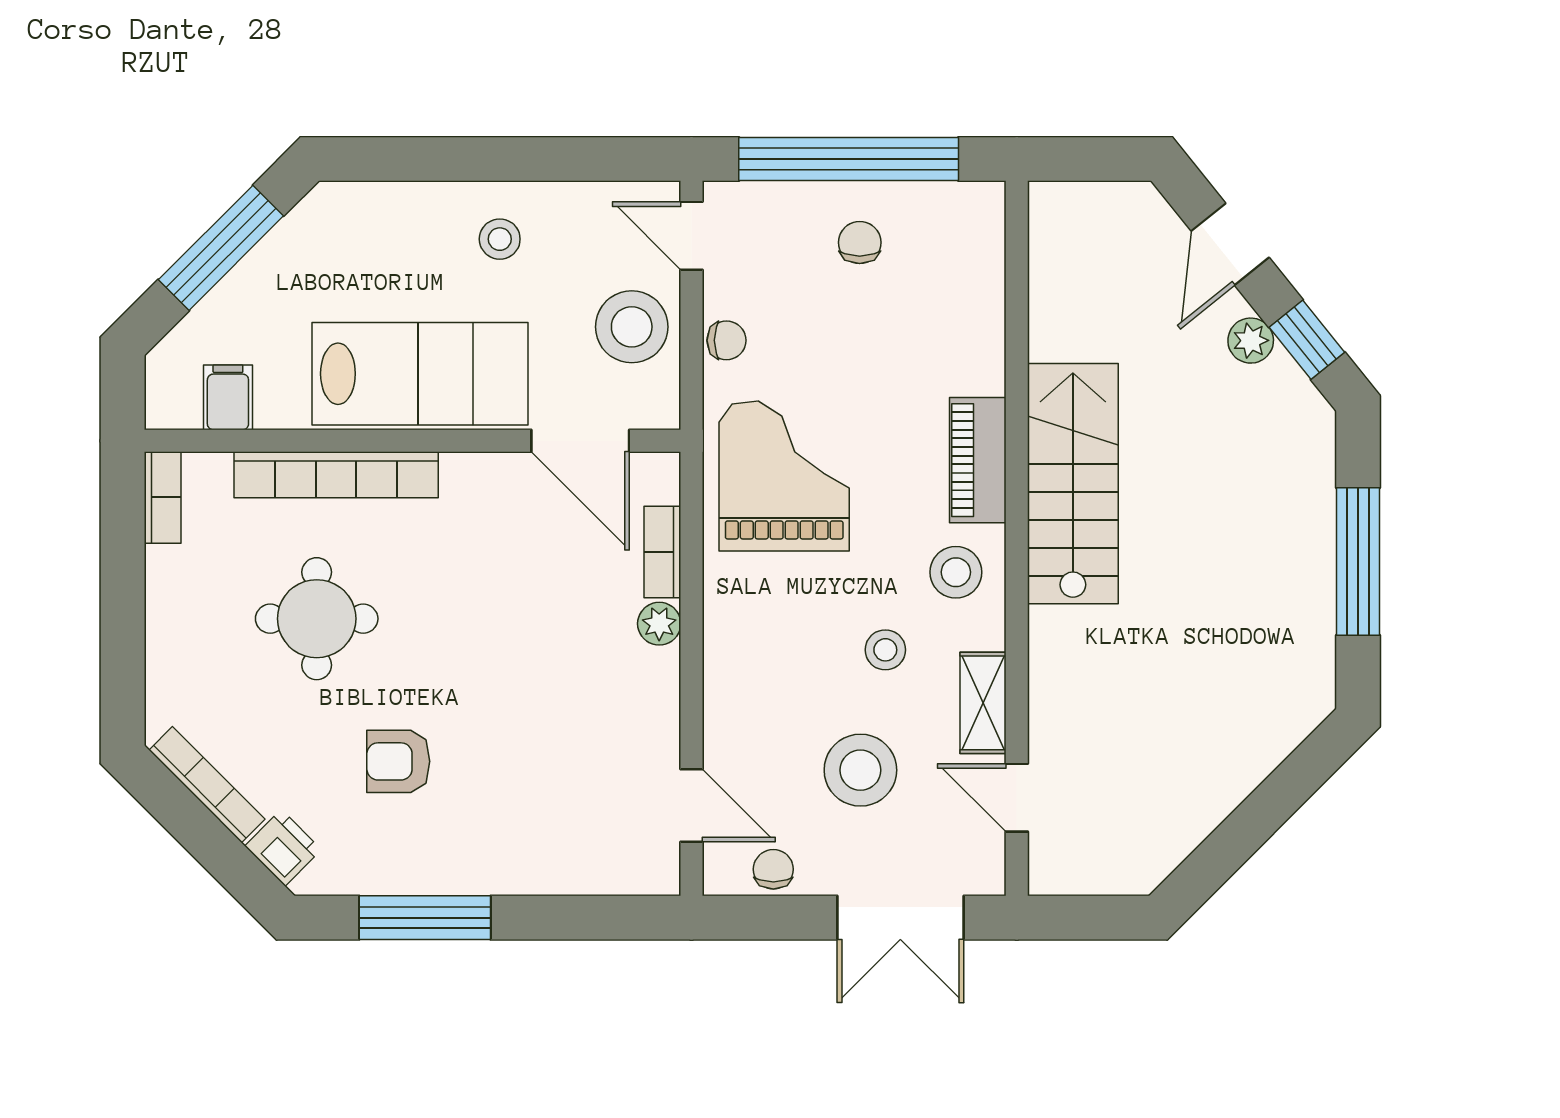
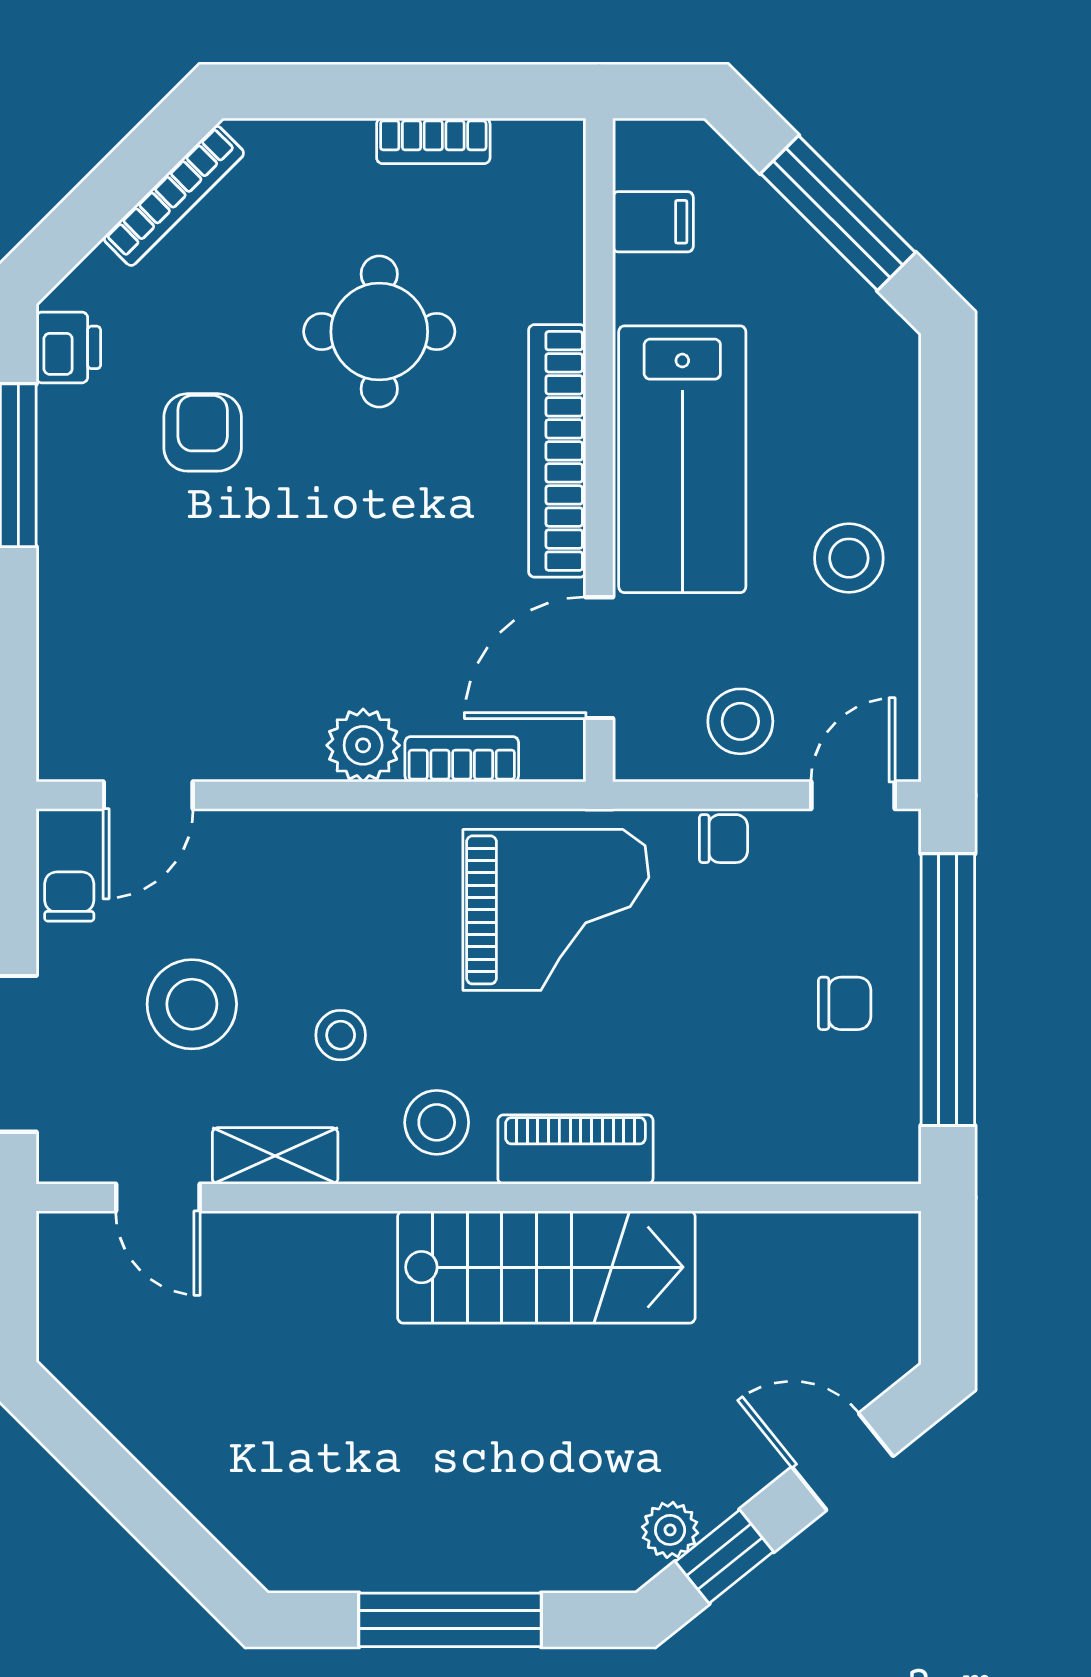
stool: (500, 239) -> (849, 558), width x1.37, depth x1.37
stool: (632, 327) -> (740, 721), width x0.73, depth x0.73
chair: (726, 340) -> (724, 839), turned -90
plant: (1251, 341) -> (670, 1530), moved
bookcase: (336, 475) -> (557, 451), moved
bookcase: (163, 497) -> (433, 141), moved
plant: (659, 624) -> (363, 745), width x1.38, depth x1.38
door: (1017, 798) -> (158, 1198), swing flipped
printer: (283, 848) -> (68, 347), moved, turned -45
chair: (773, 869) -> (69, 897), turned -90

